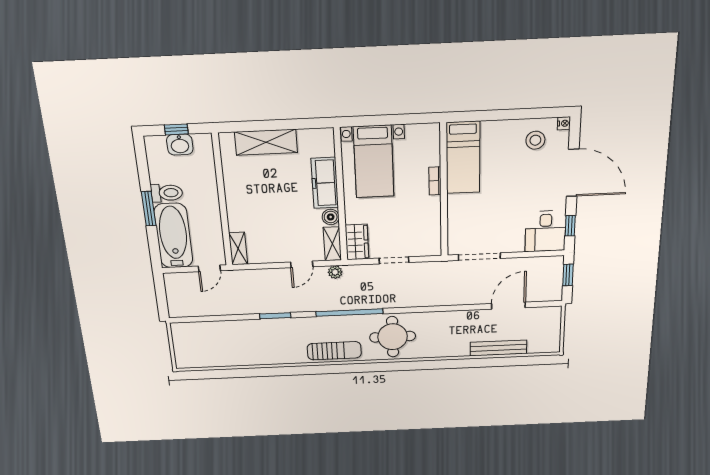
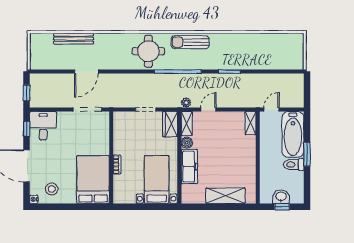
bed: (463, 158) -> (93, 180), width x1.50
door: (508, 306) -> (86, 72), moved

